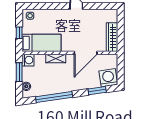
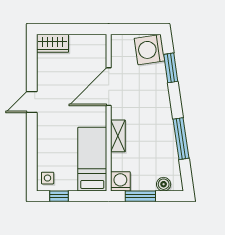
window: (19, 33) -> (59, 196), moved
wardrobe: (112, 37) -> (53, 43), moved, width x0.67
door: (86, 53) -> (109, 87), swing flipped
window: (54, 97) -> (181, 139), width x0.68

